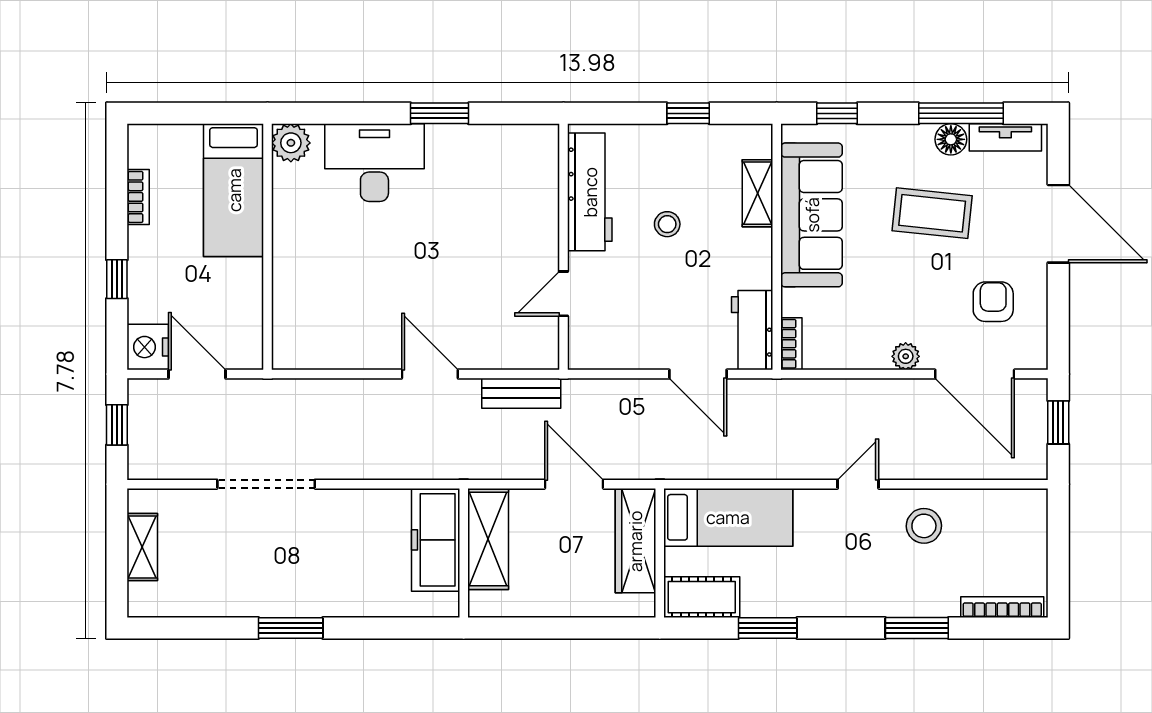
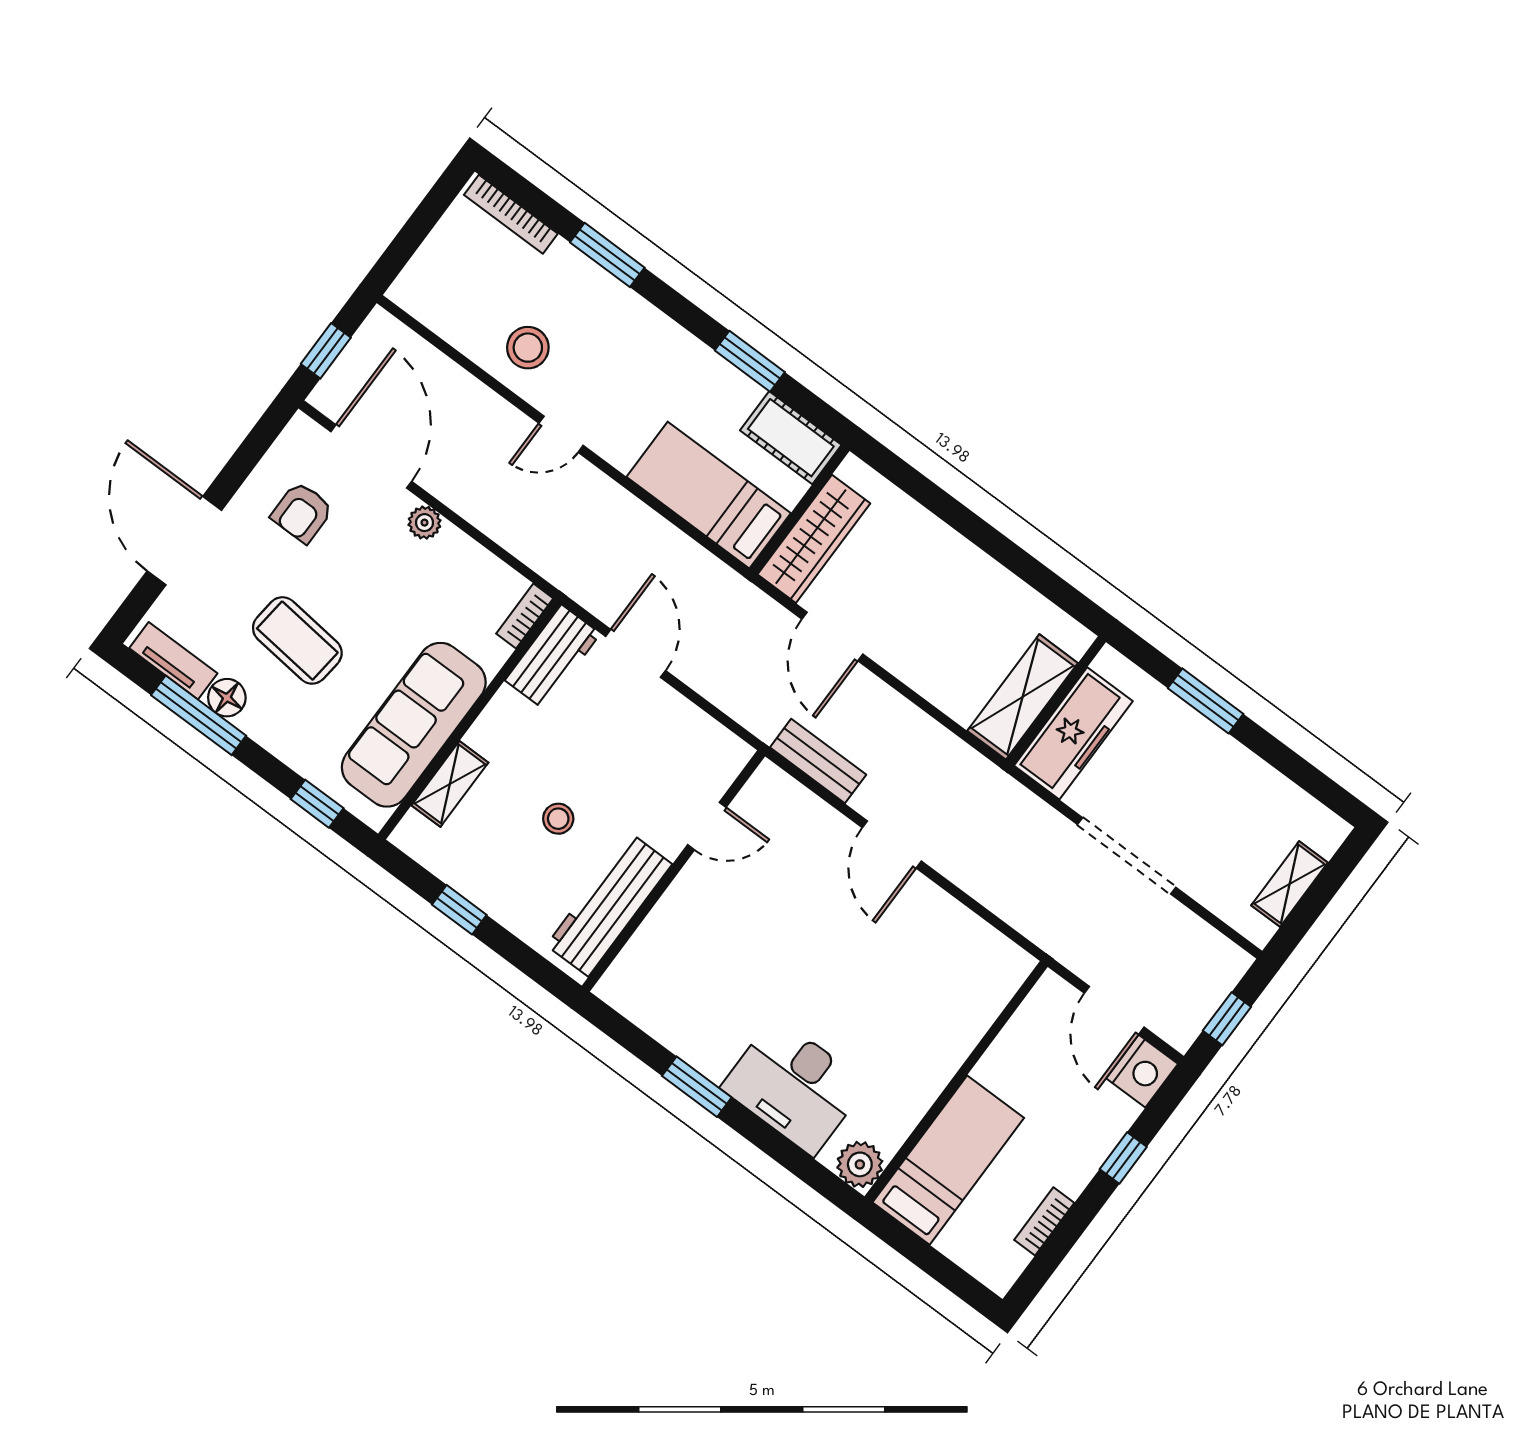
shelving: (488, 539) -> (1023, 697), moved
freezer: (436, 540) -> (1073, 733), moved
wall: (464, 553) -> (1056, 701), moved

